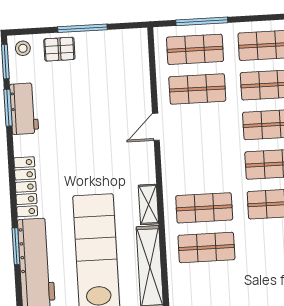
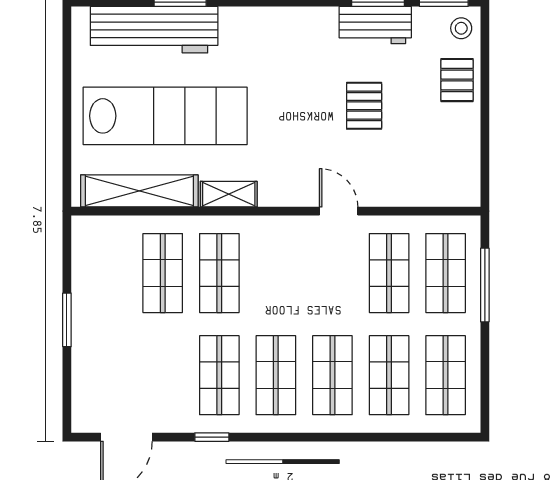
window: (82, 28) -> (485, 115), removed
pallet: (81, 113) -> (364, 106), added
locker: (26, 187) -> (264, 21), removed

